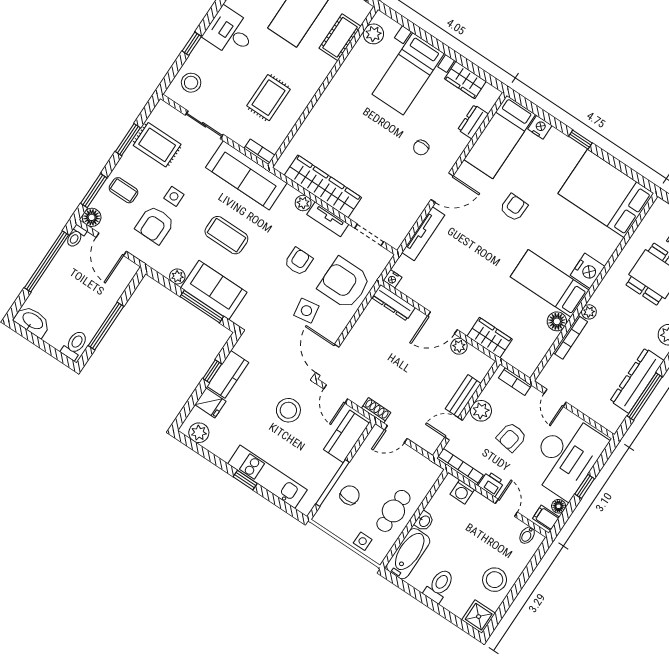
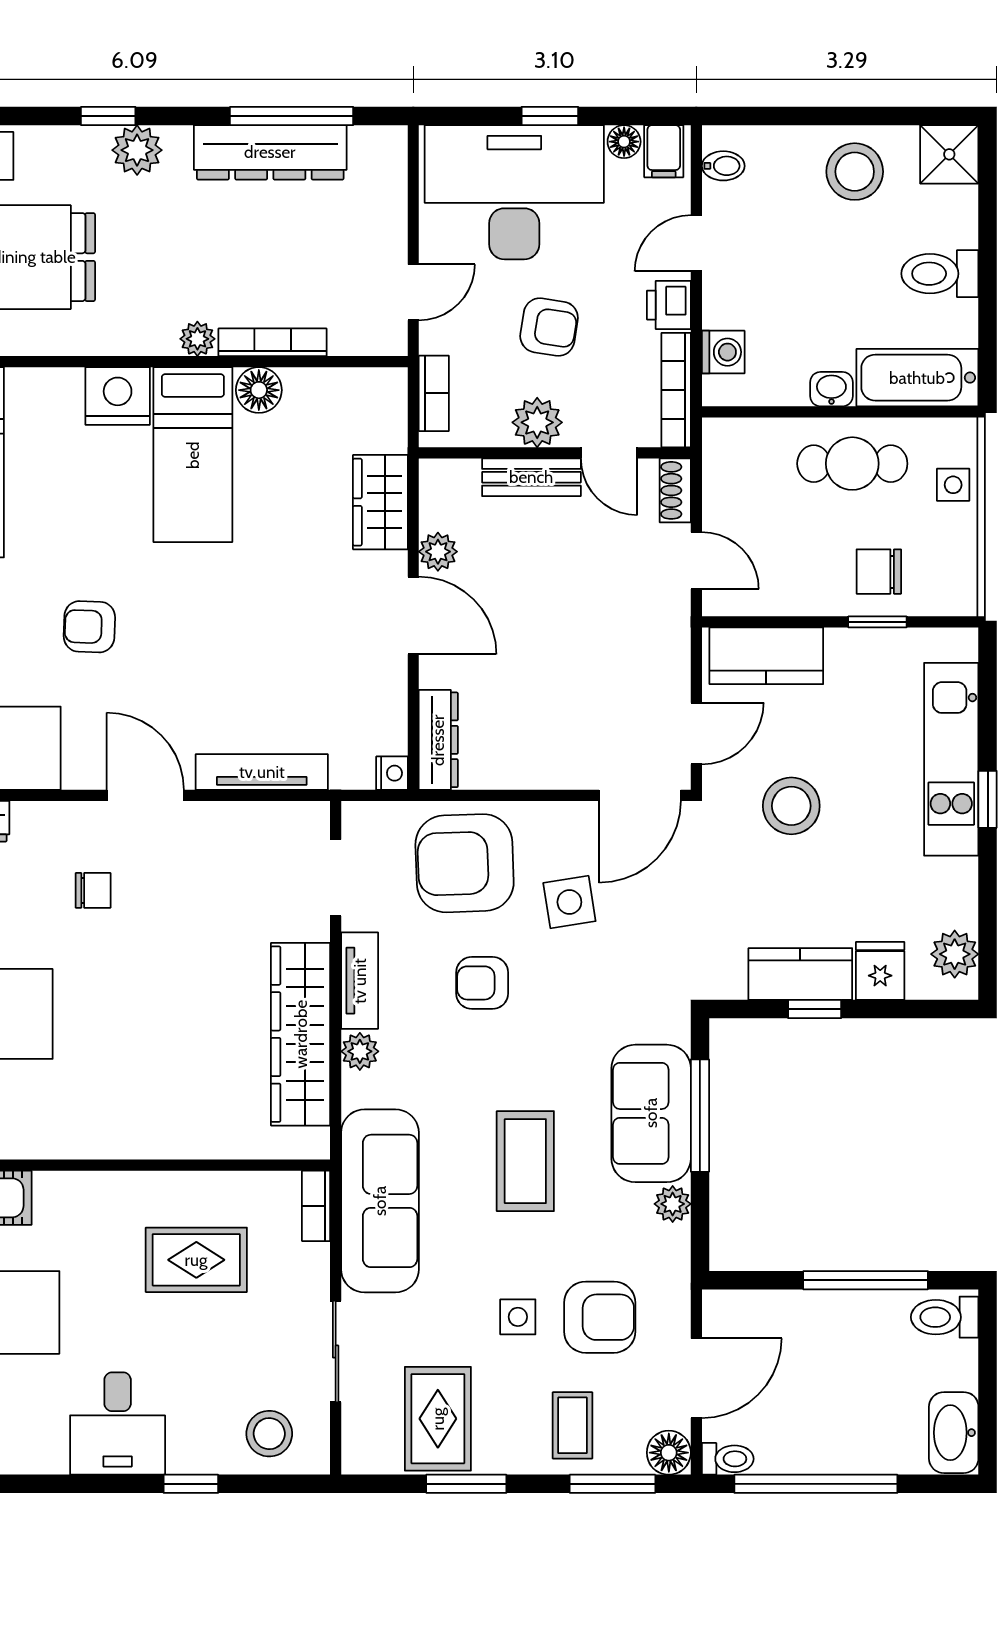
armchair: (344, 283) -> (465, 863), turned 88
shoe rack: (376, 410) -> (675, 490), moved
window: (332, 483) -> (877, 622), width x0.46

